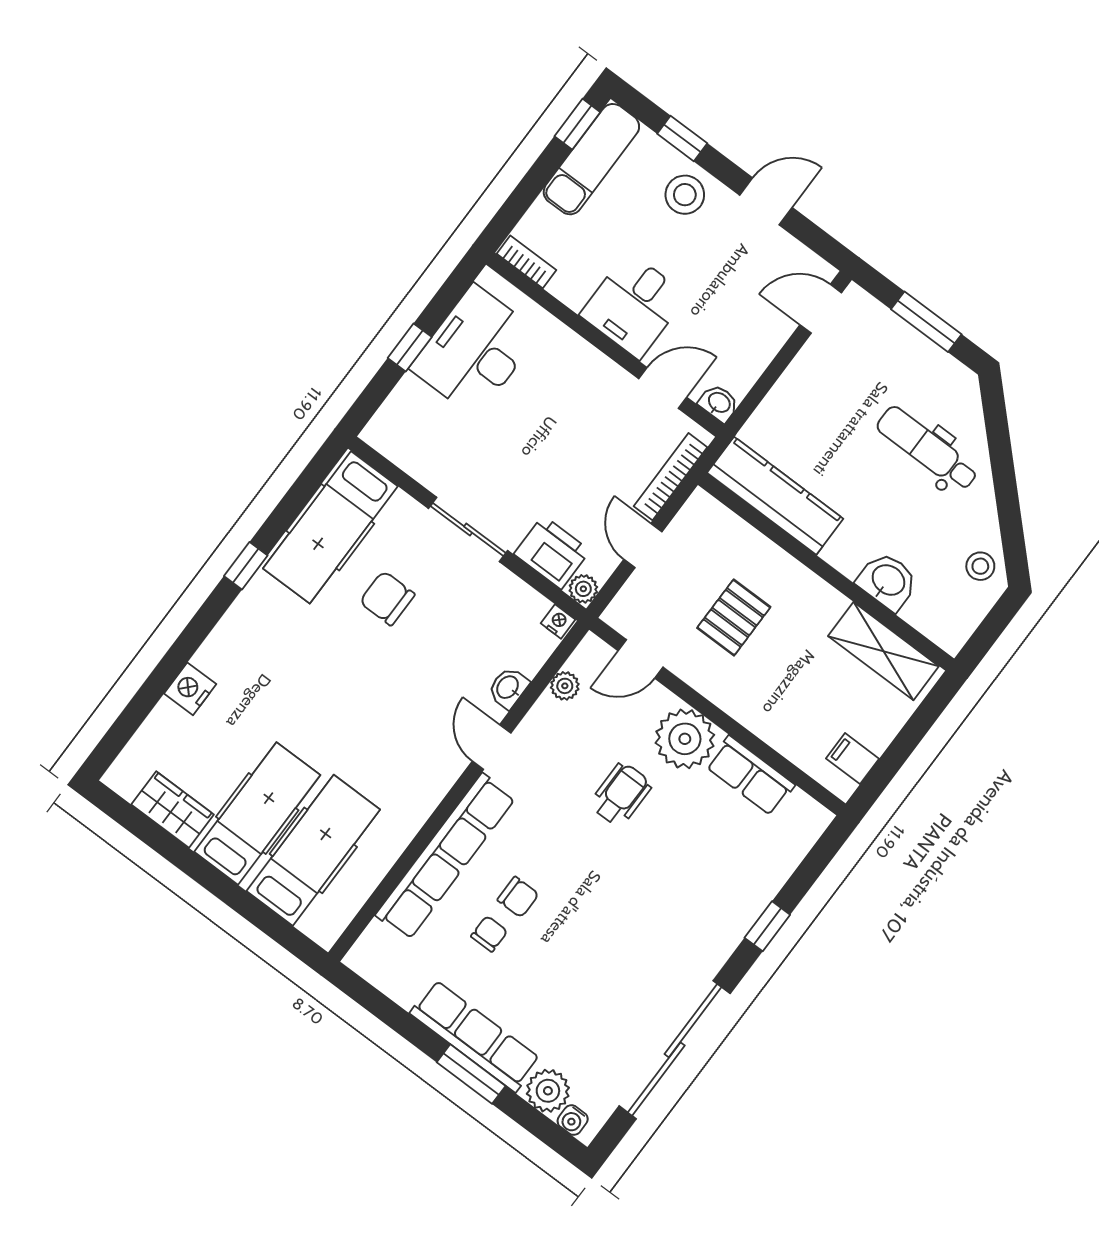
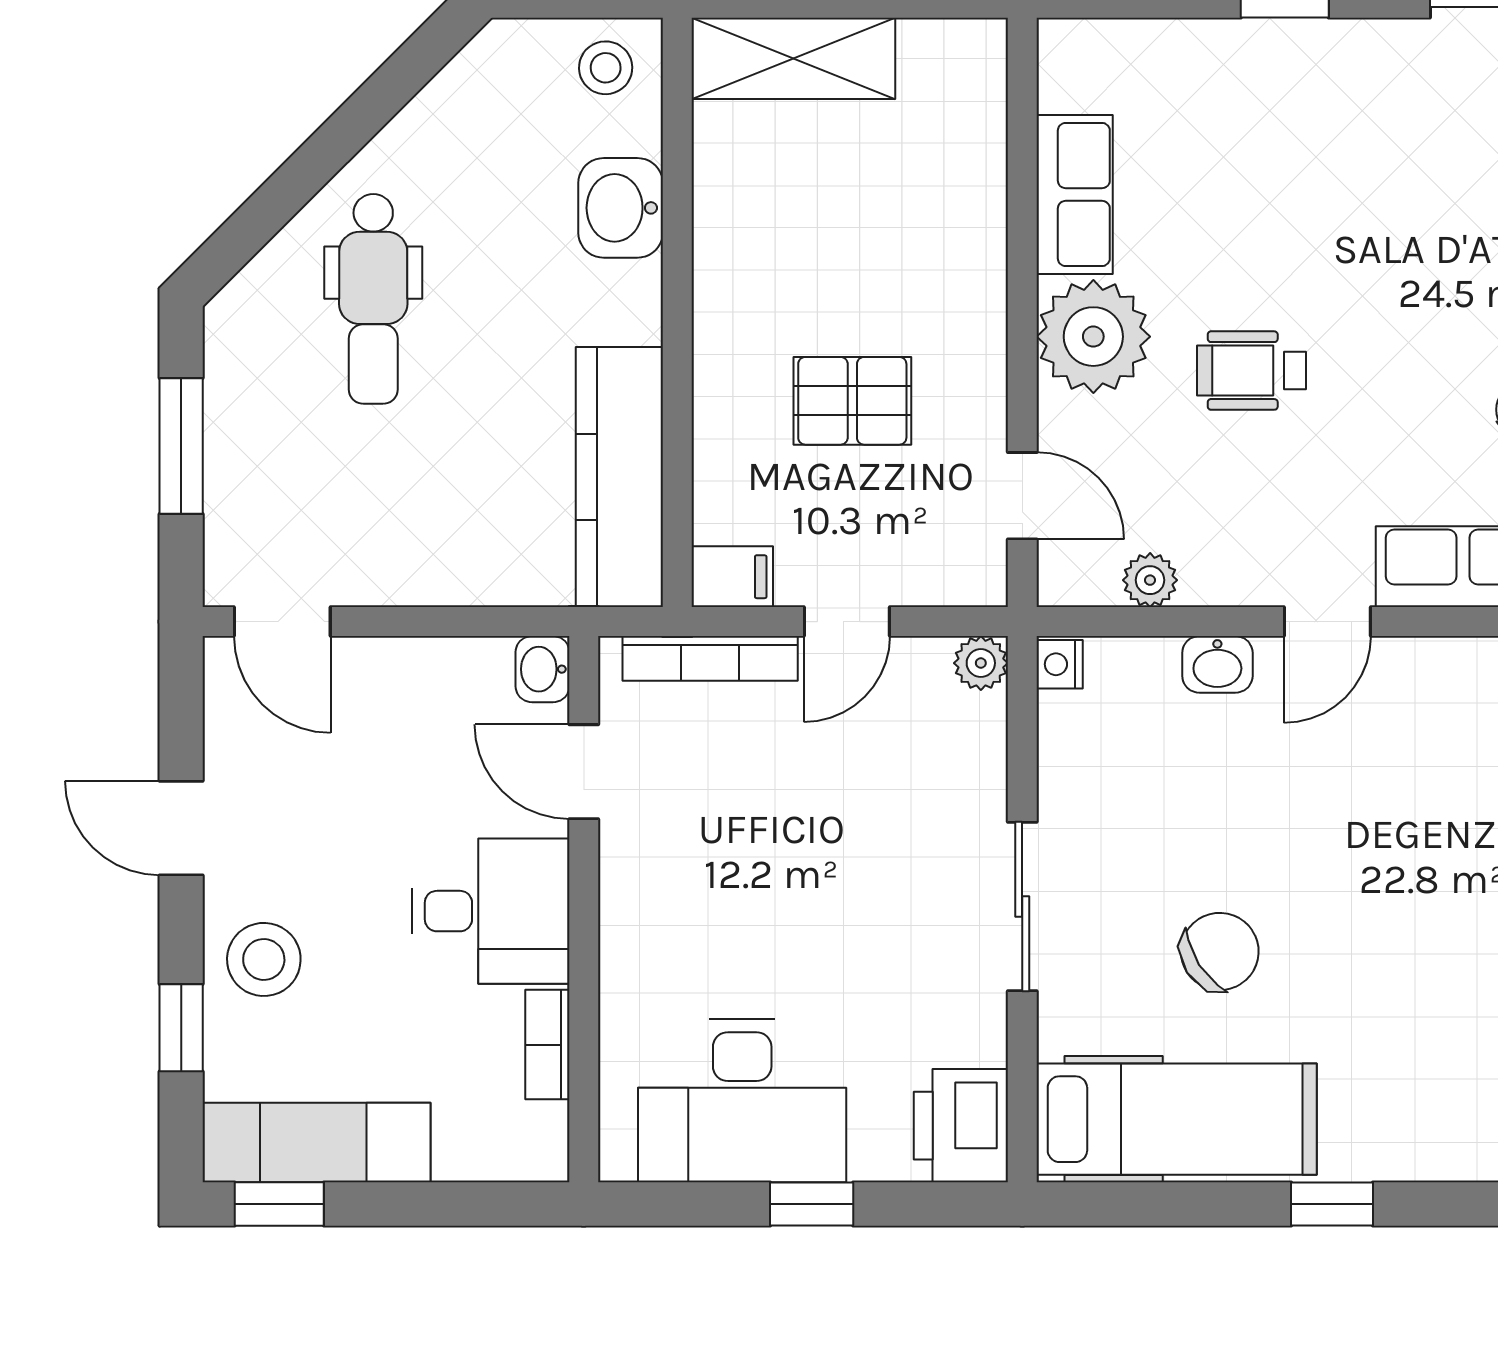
bookcase: (527, 262) -> (547, 1045), moved
printer: (552, 552) -> (961, 1126), moved
stool: (980, 566) -> (606, 68), moved
chair: (387, 598) -> (1220, 951), turned -123
shelving: (883, 651) -> (793, 58), moved, turned 90
filing cabinet: (852, 759) -> (732, 577), moved, turned -90

